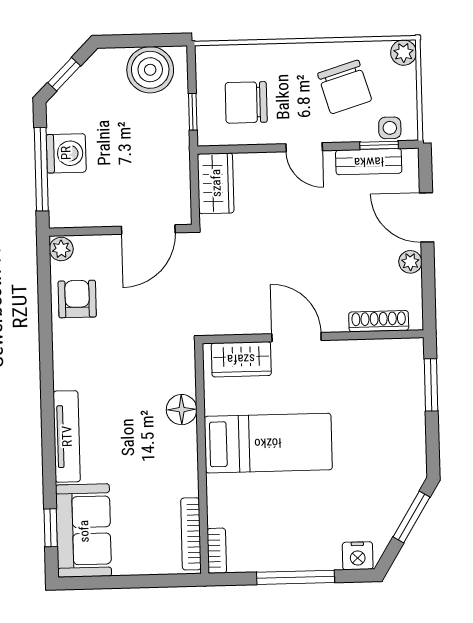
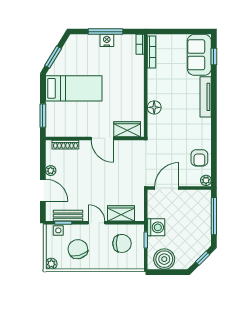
washing machine: (66, 153) -> (156, 227), moved, turned 180
wardrobe: (216, 183) -> (121, 213), moved, turned 90
bed: (268, 443) -> (74, 88), moved, turned 180
nightstand: (358, 556) -> (107, 40), moved

